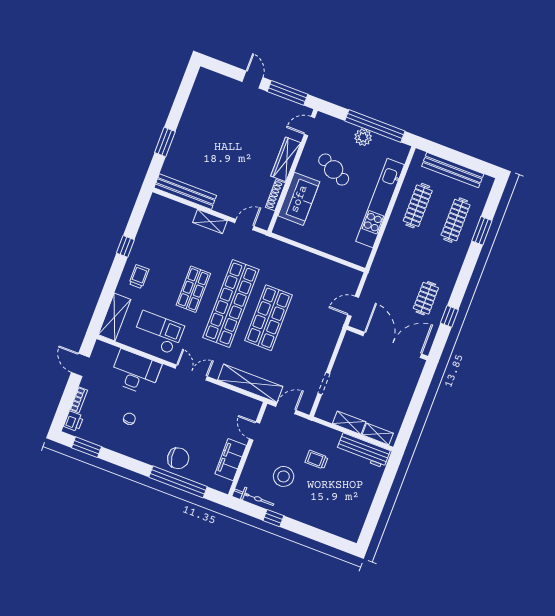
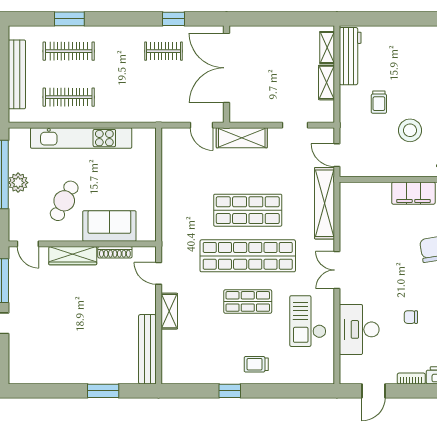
shelving: (114, 317) -> (242, 138), moved
door: (255, 431) -> (374, 179), removed

